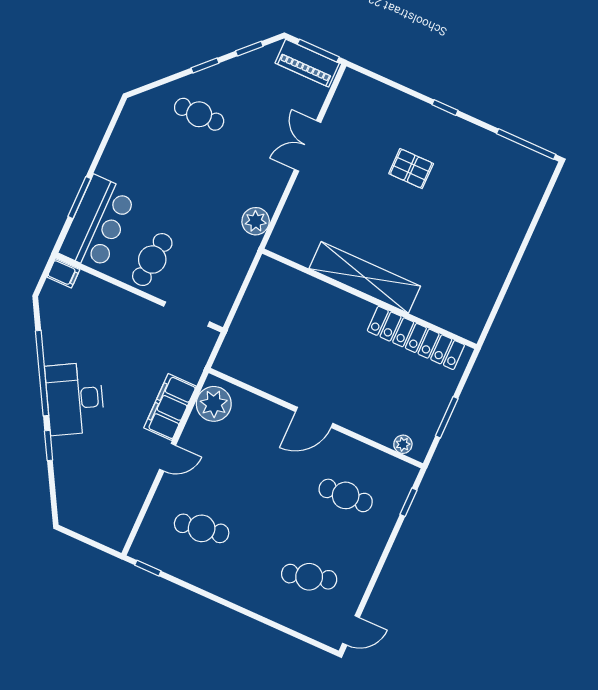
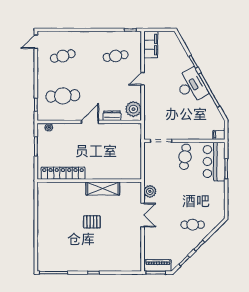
double door: (308, 146) -> (143, 215), moved
pallet: (411, 169) -> (92, 222), moved
shelving: (365, 277) -> (103, 188), width x0.68
filing cabinet: (170, 407) -> (151, 45), moved
dresser: (264, 410) -> (112, 116), added
cafe table: (346, 495) -> (63, 96), width x1.37, depth x1.35

